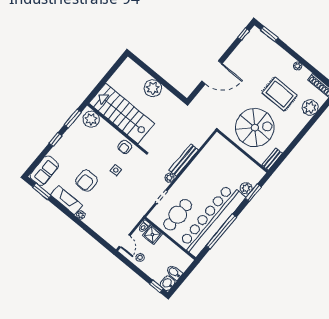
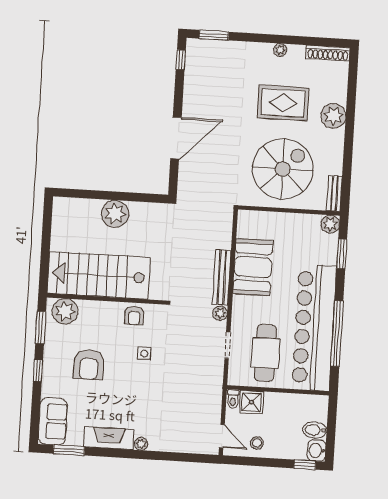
plant: (310, 108) -> (333, 116), moved
booth: (203, 166) -> (253, 267), added
armchair: (87, 181) -> (89, 365), moved
plant: (246, 188) -> (330, 224), moved

